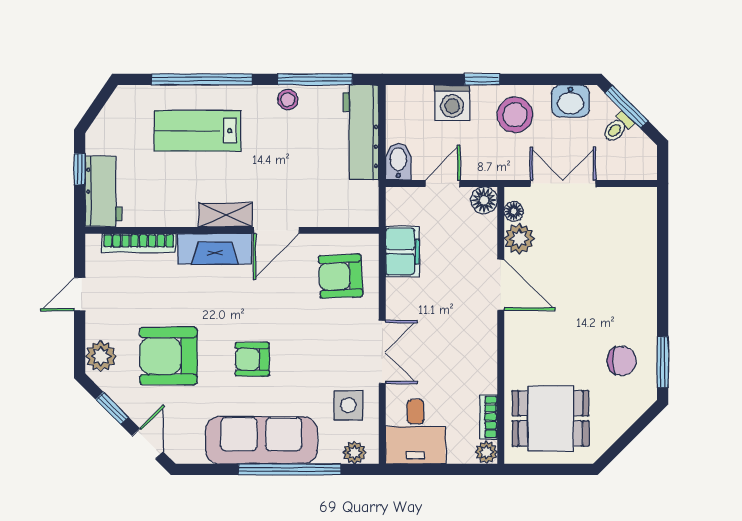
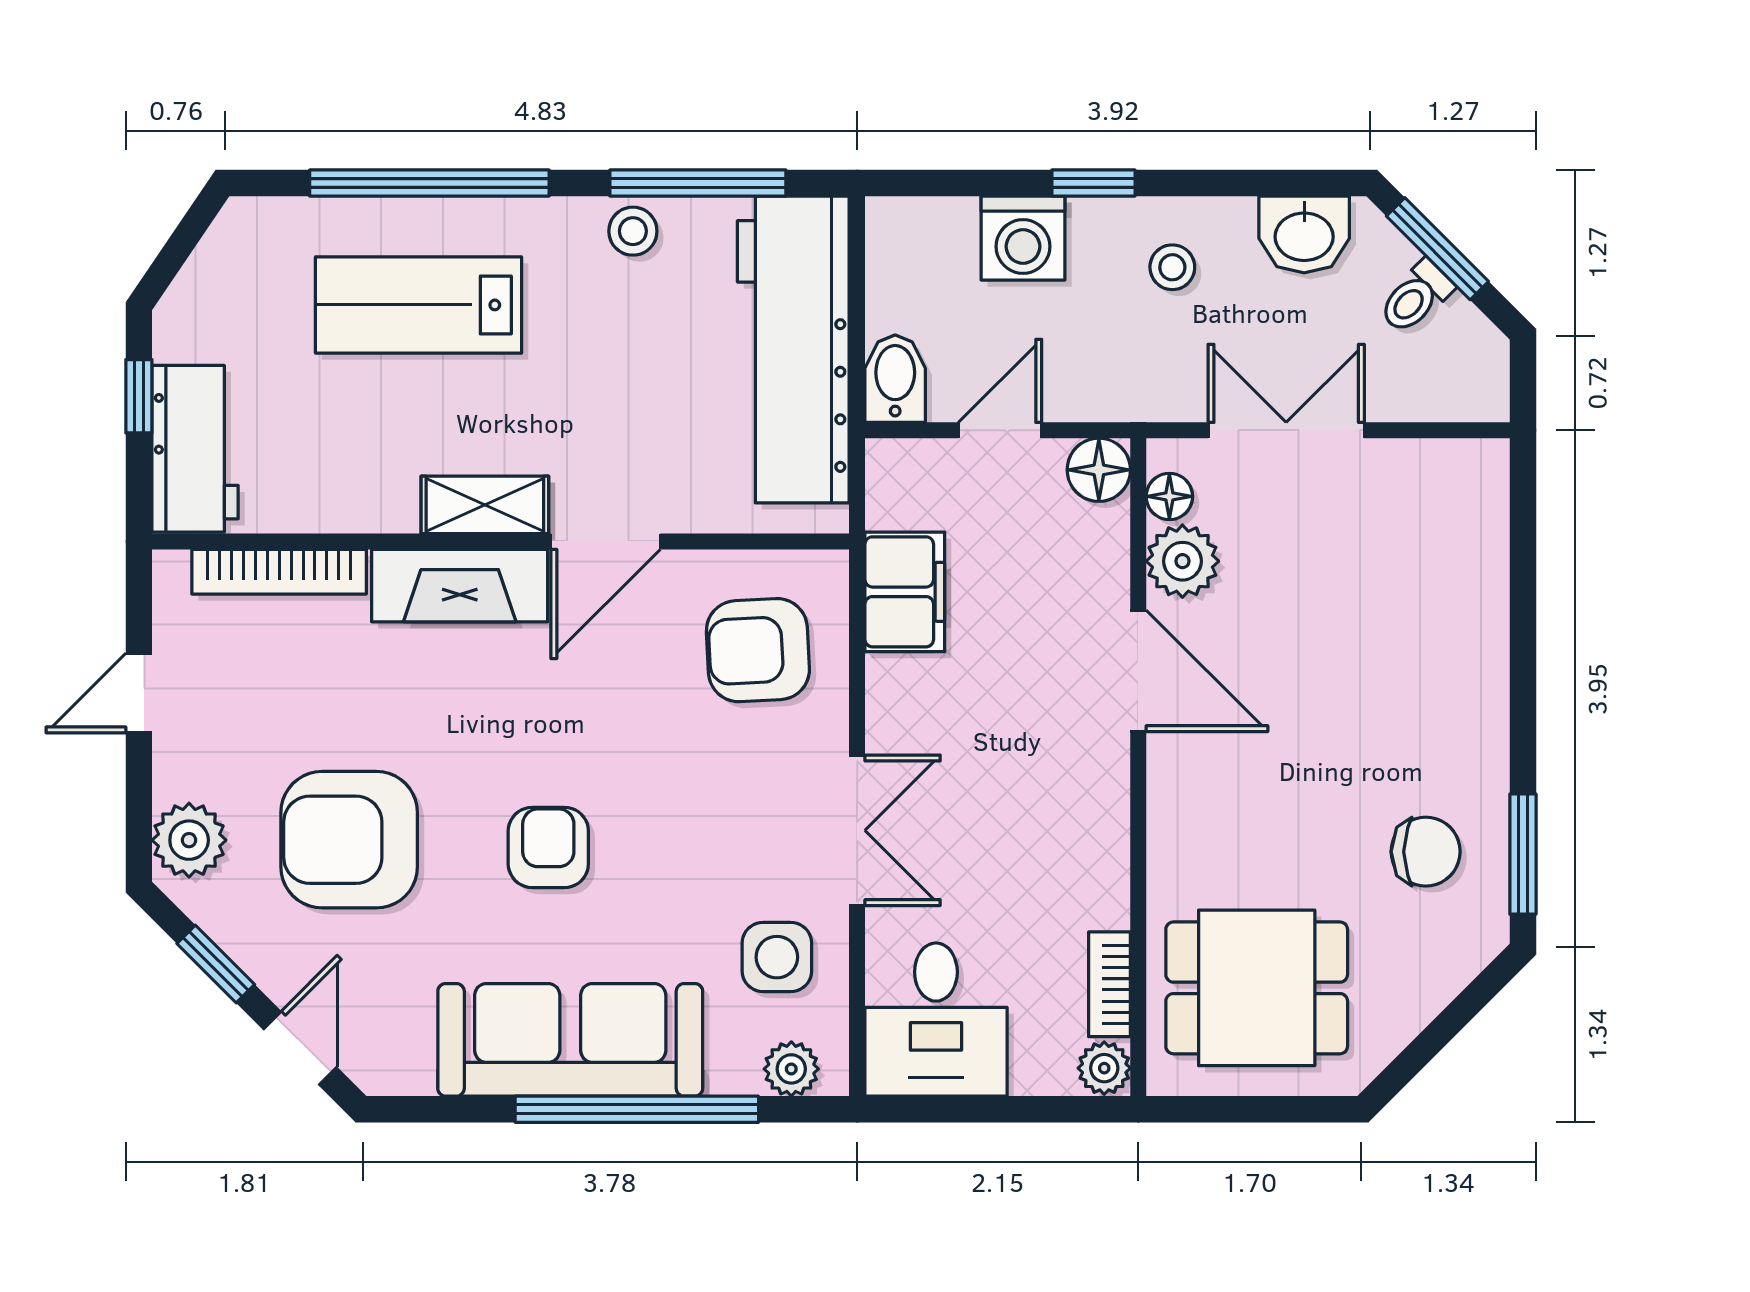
stool: (515, 115) -> (1172, 267), width x0.53, depth x0.53
workbench: (361, 132) -> (793, 350), width x1.36, depth x1.32
armchair: (252, 359) -> (548, 847), turned 90

